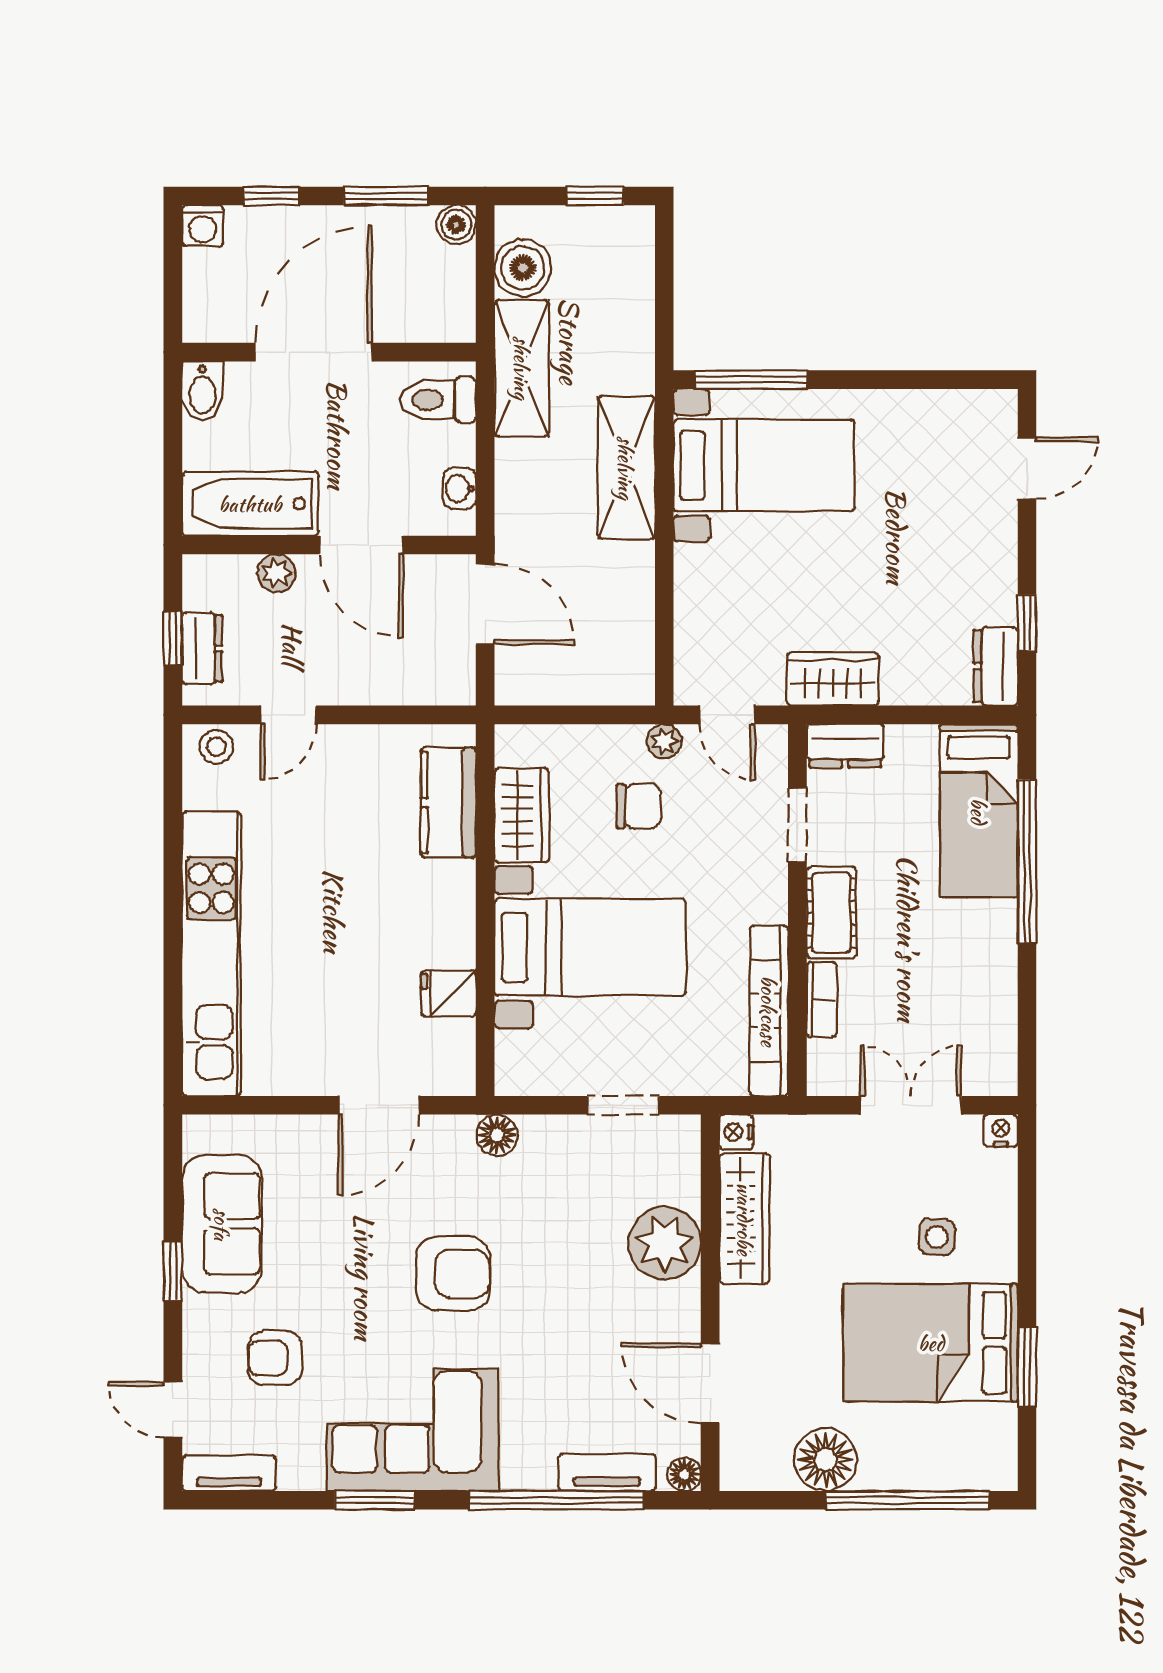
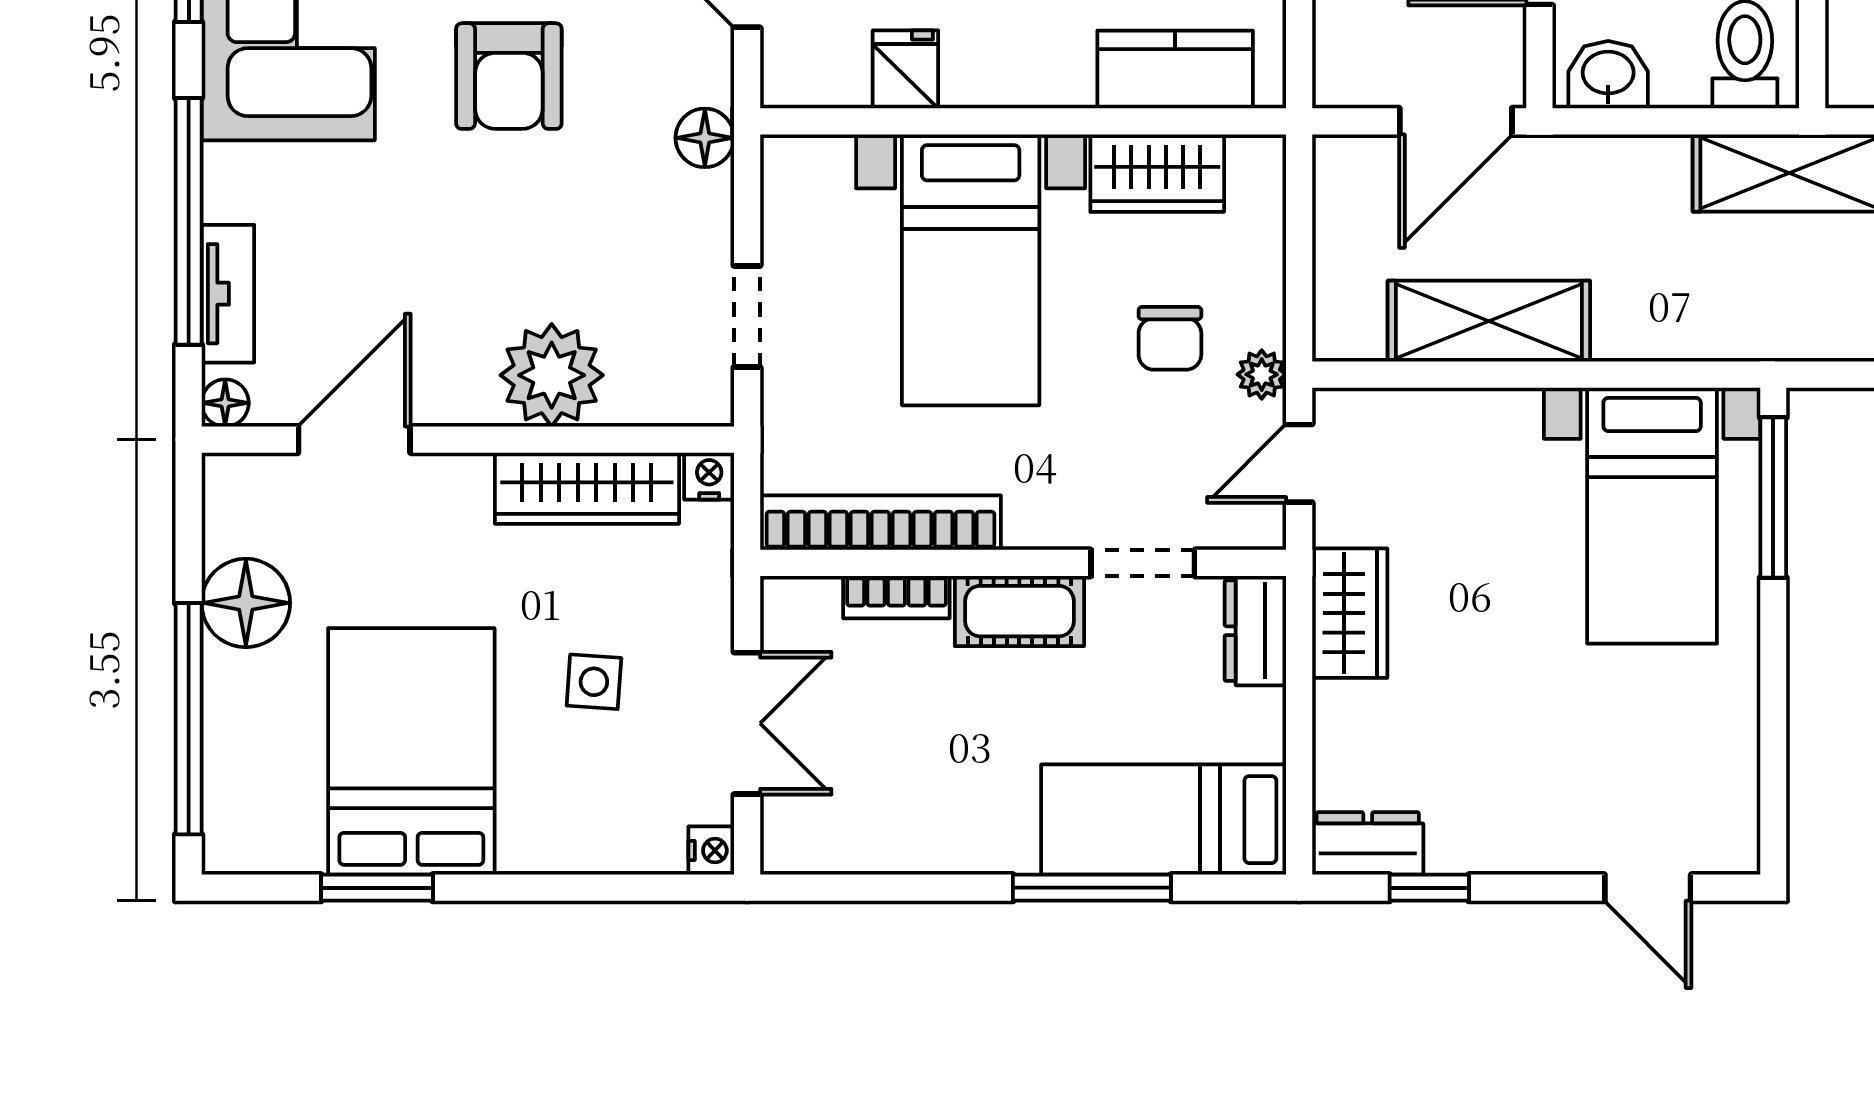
shelving: (626, 468) -> (1489, 321), moved
washbasin: (459, 489) -> (1608, 75), width x1.38, depth x1.45
window: (1027, 861) -> (1092, 888), width x0.68
side table: (937, 1237) -> (594, 682), moved

